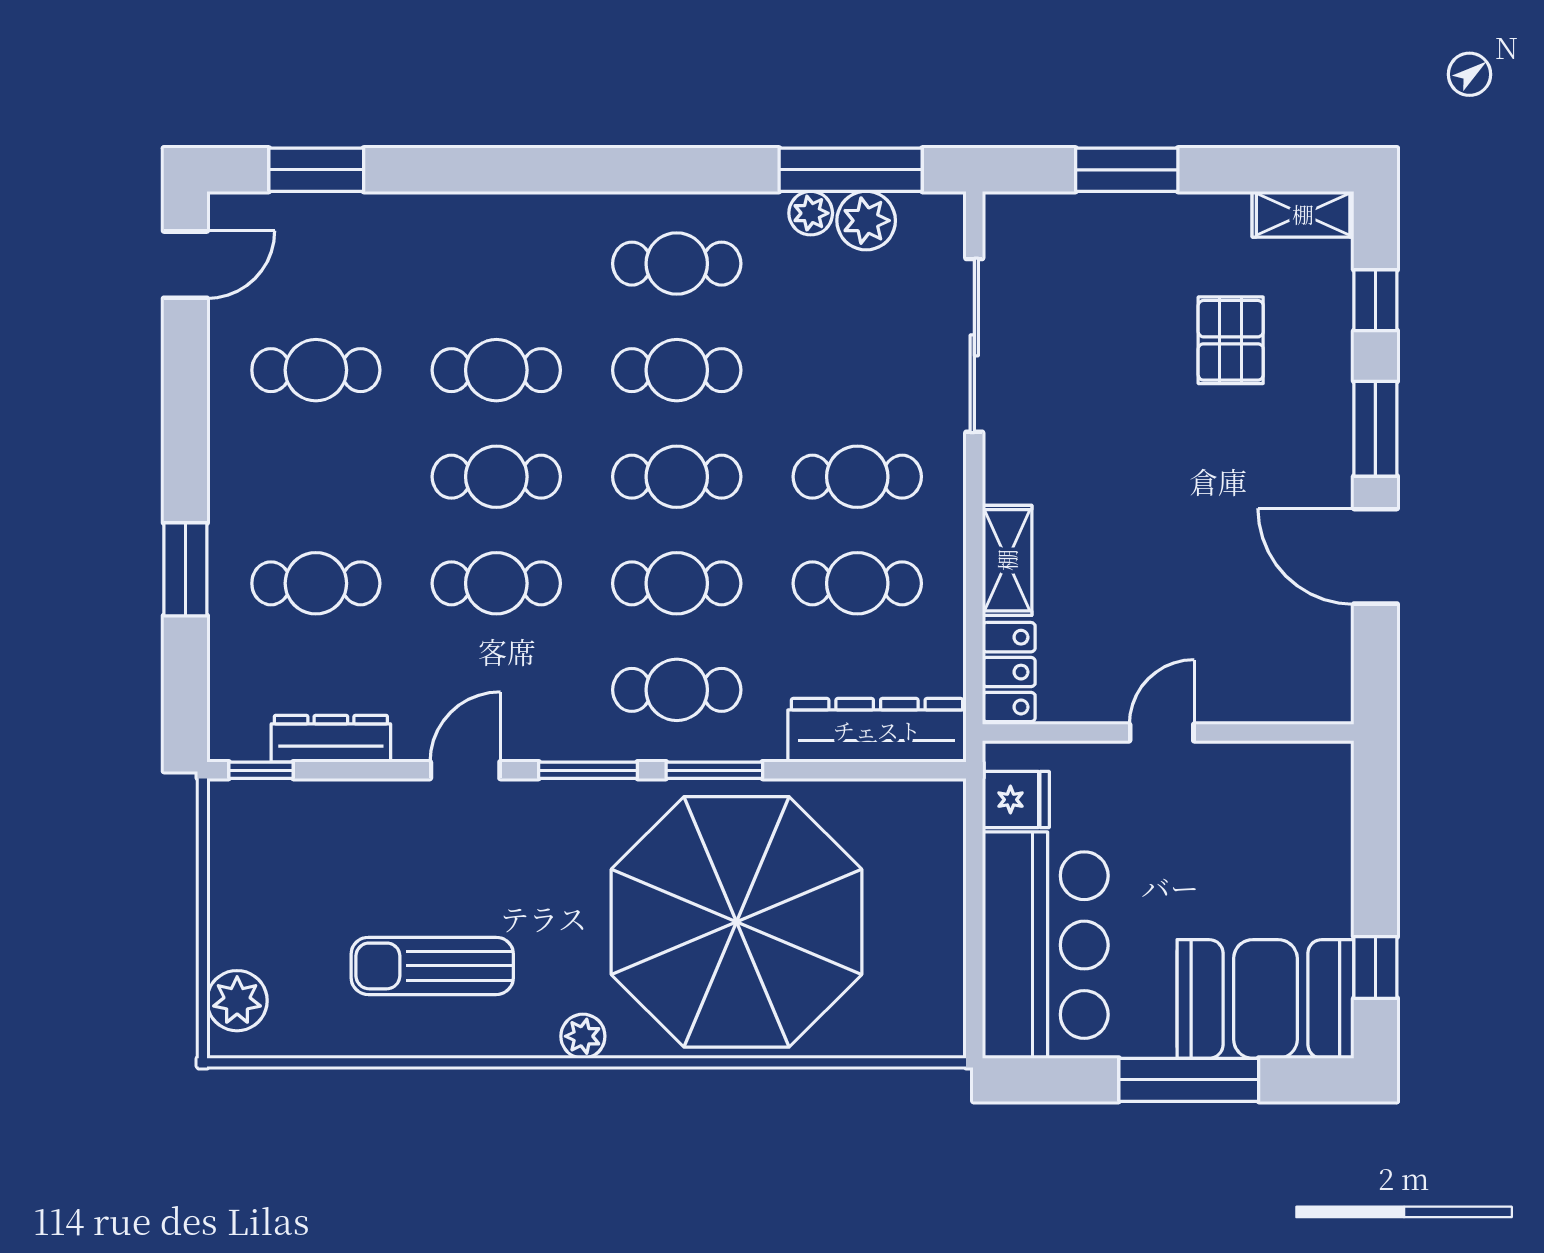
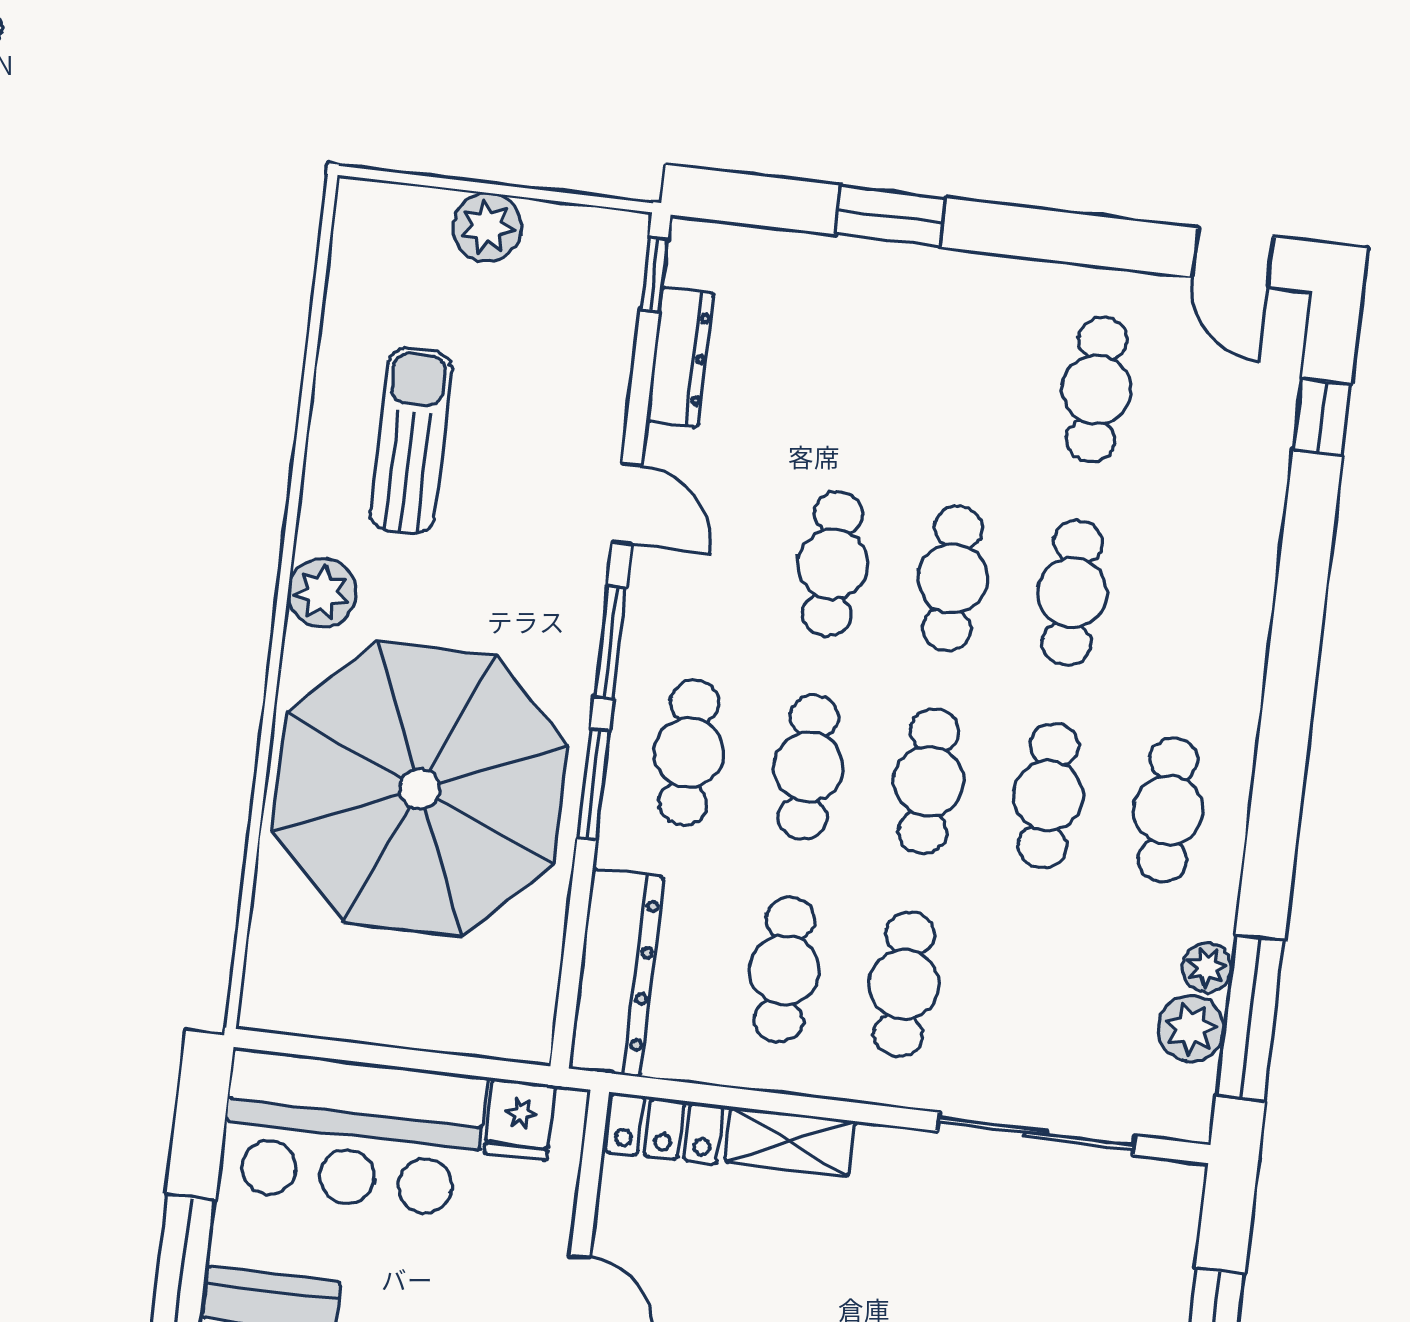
window: (316, 170) -> (1322, 417), width x0.67
cafe table: (316, 583) -> (857, 361), removed
plant: (237, 1001) -> (487, 227), moved
plant: (583, 1036) -> (322, 593), width x1.38, depth x1.38

